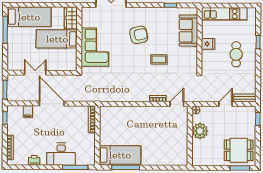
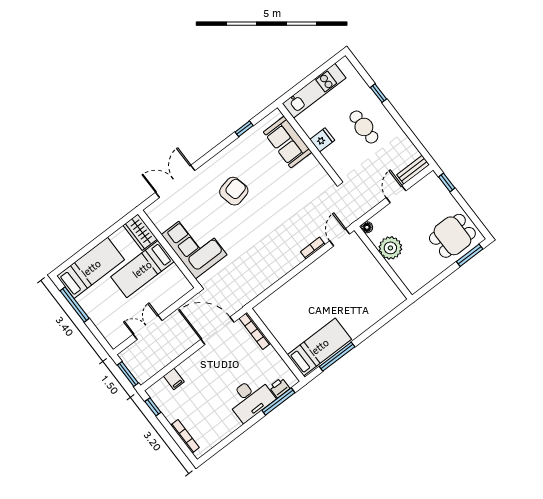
coffee table: (159, 59) -> (279, 202), removed
door: (52, 104) -> (217, 331), moved
printer: (34, 160) -> (279, 388), moved

